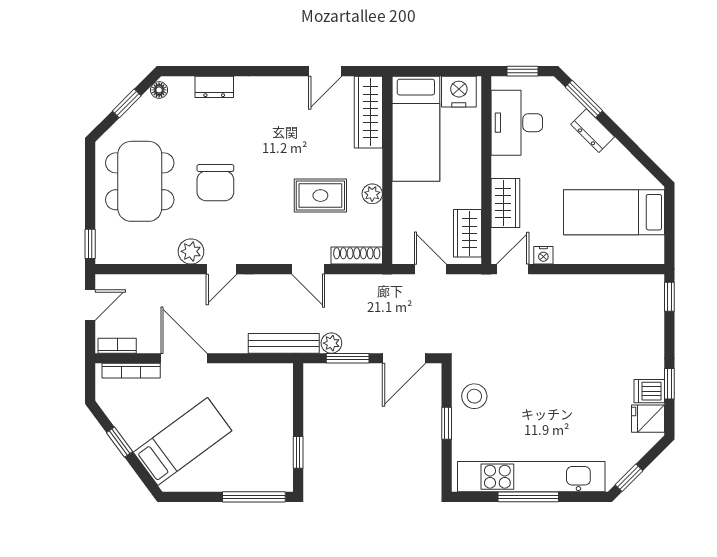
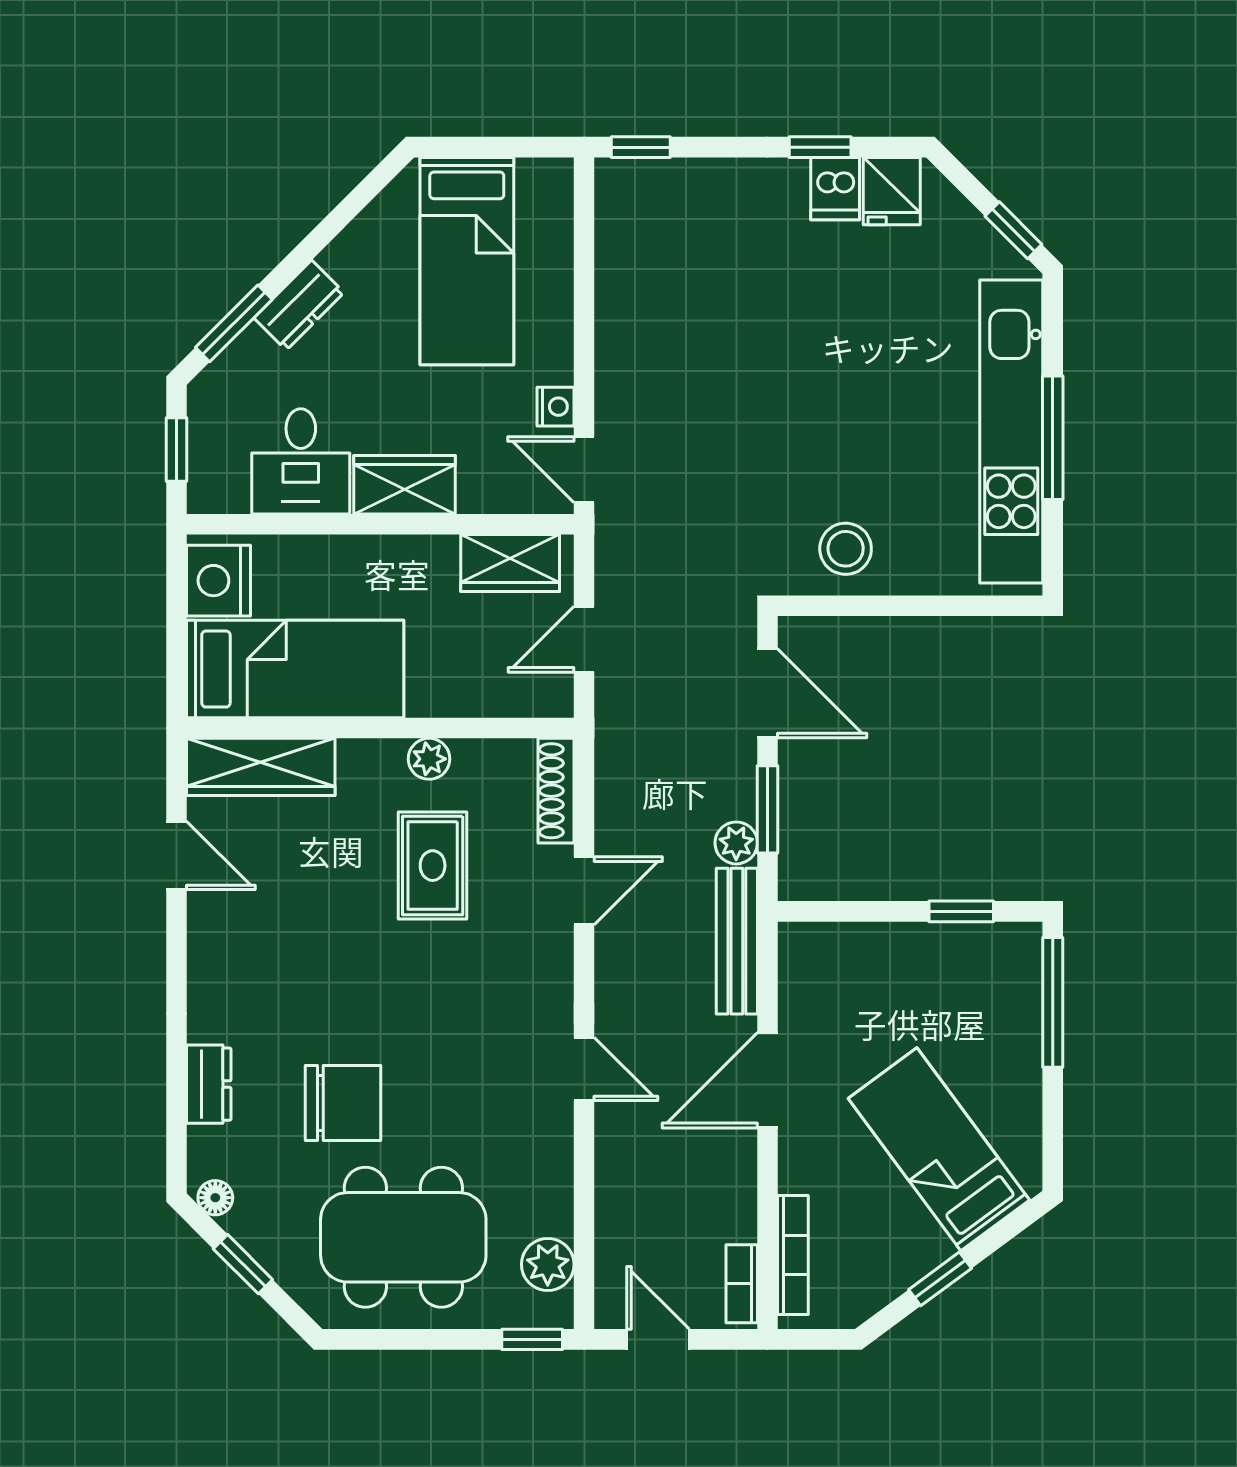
desk: (517, 123) -> (301, 461), width x0.73
chair: (215, 183) -> (343, 1103), moved
wardrobe: (505, 203) -> (404, 485), moved
plant: (191, 251) -> (548, 1264), moved
door: (184, 358) -> (767, 1080), moved
window: (447, 423) -> (901, 606), removed

